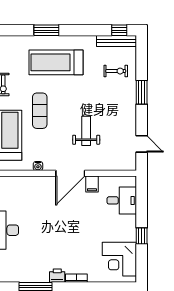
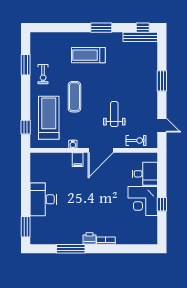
window: (46, 30) -> (101, 28), moved
treadmill: (56, 62) -> (88, 55), width x0.73, depth x0.73
exercise bike: (116, 71) -> (136, 140), moved
filing cabinet: (92, 184) -> (78, 160), moved
corner desk: (119, 259) -> (143, 201), moved

